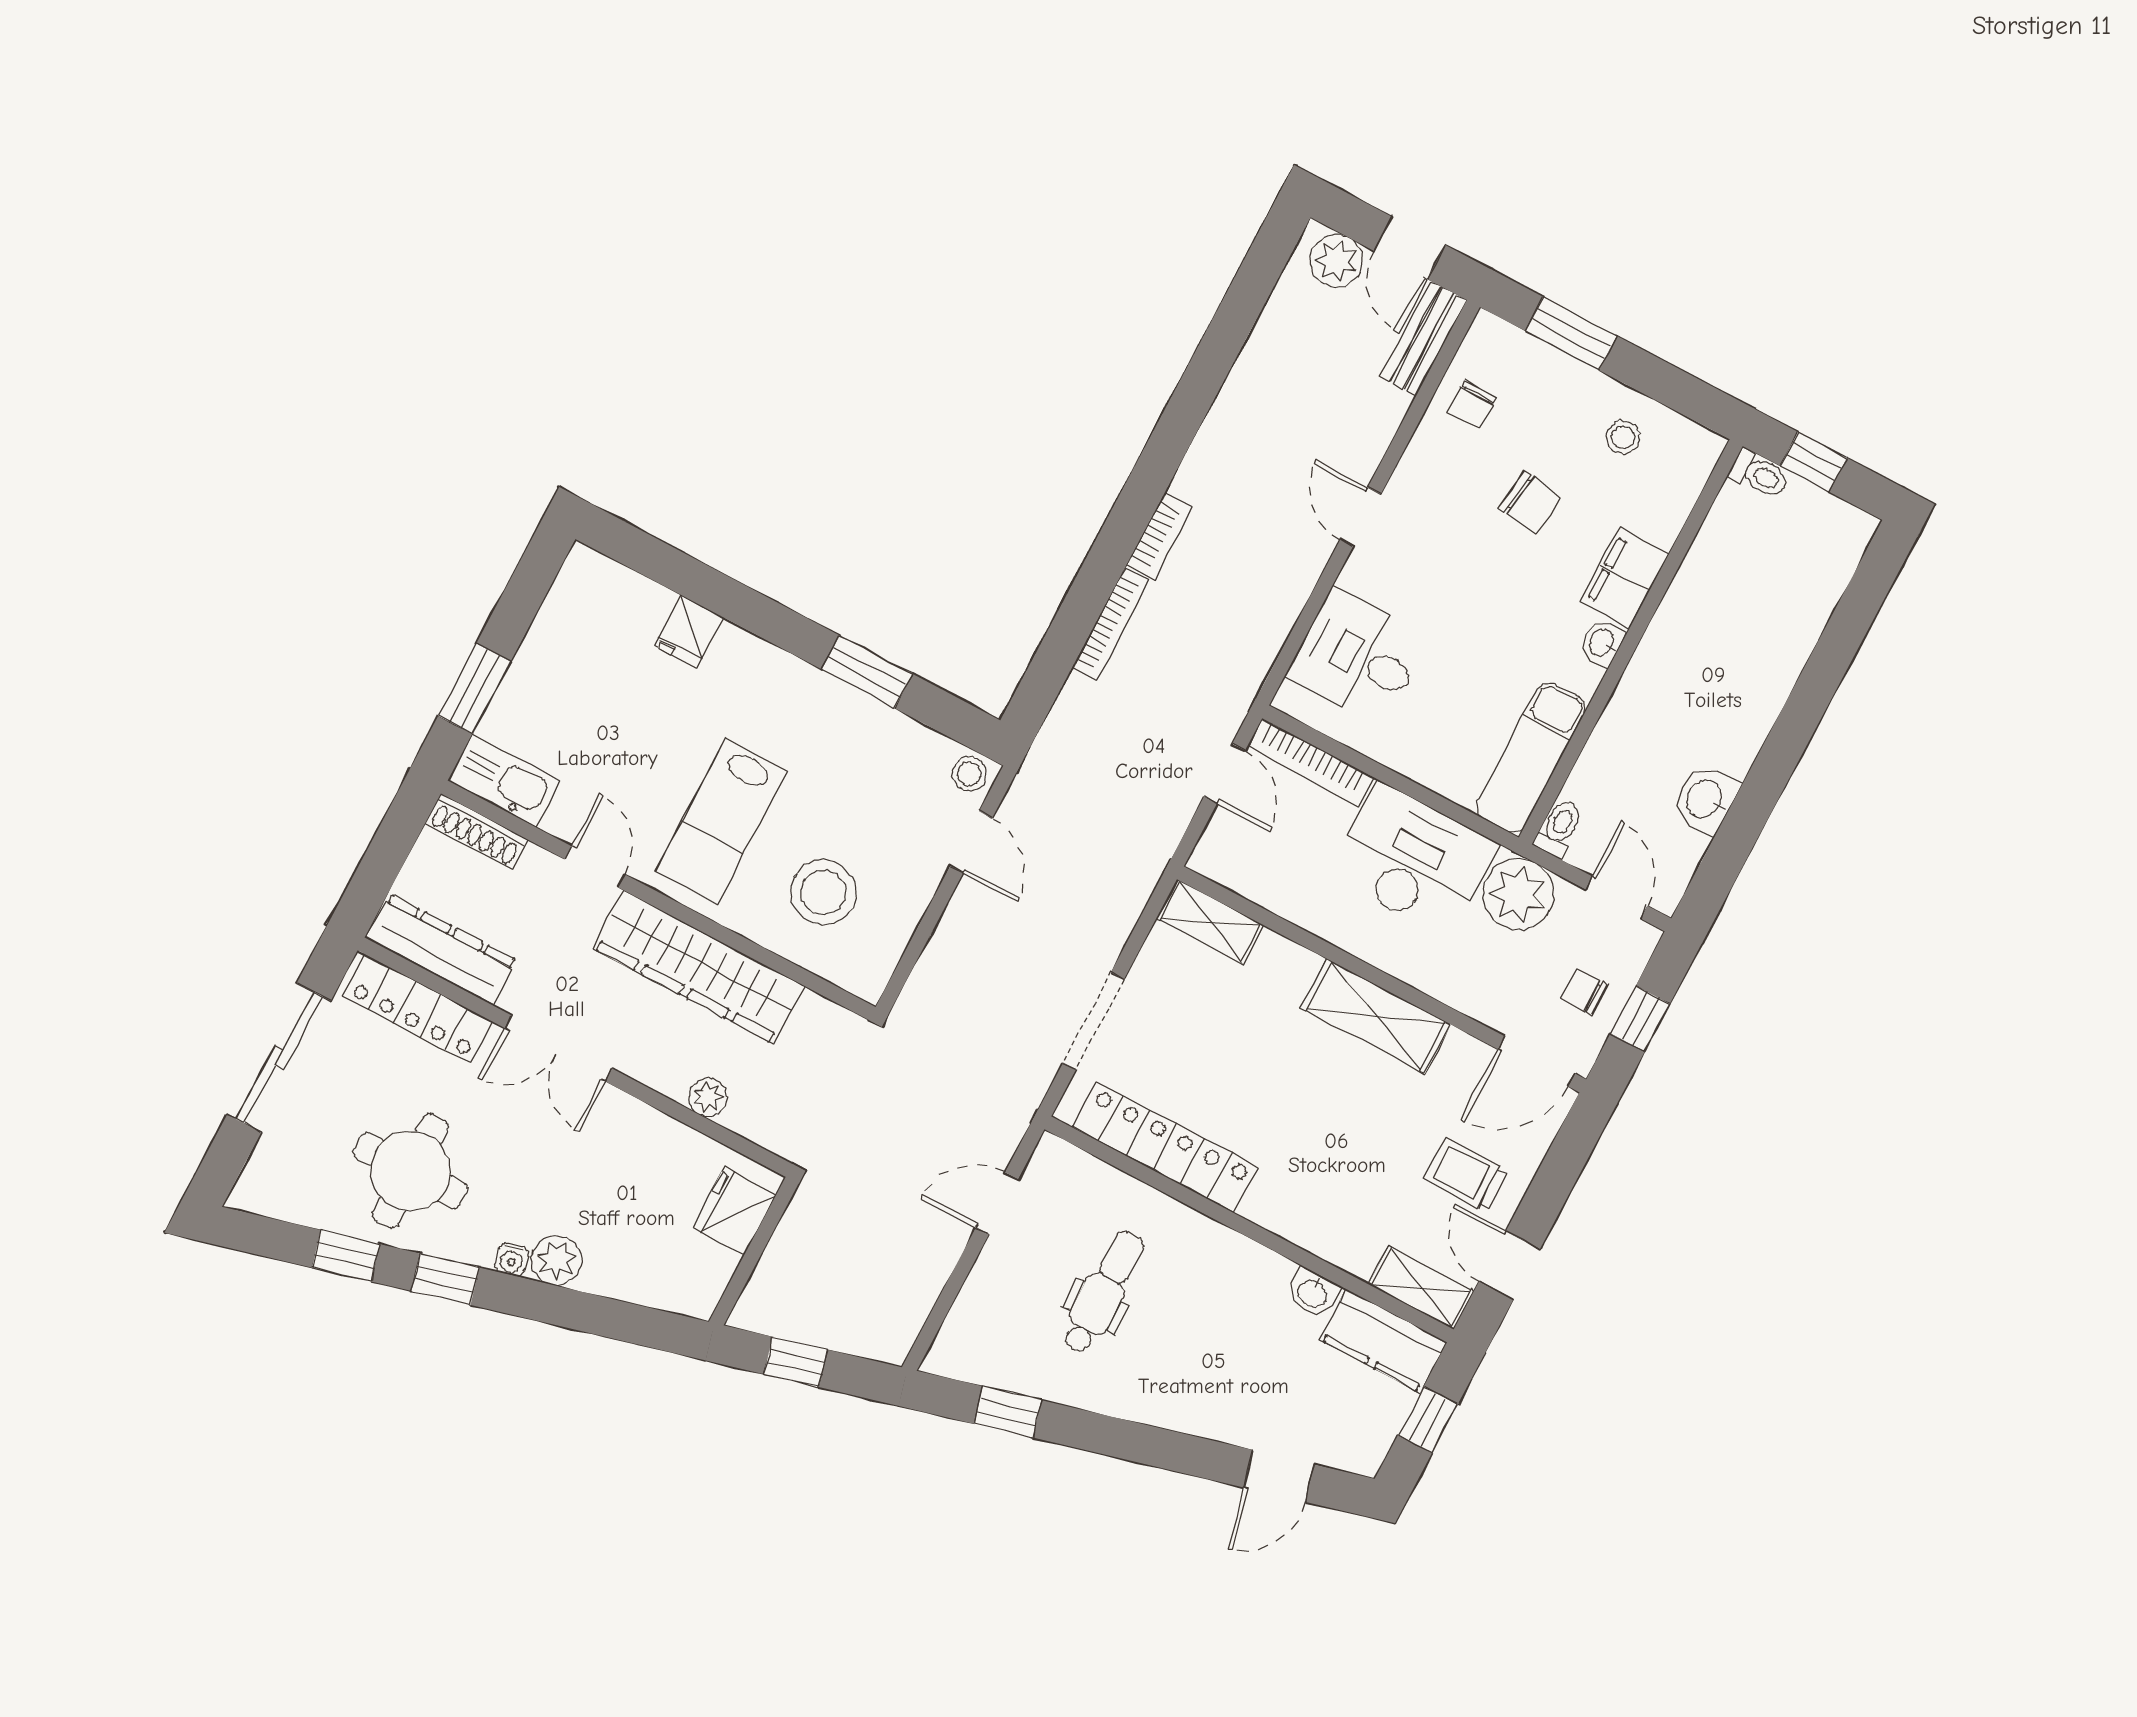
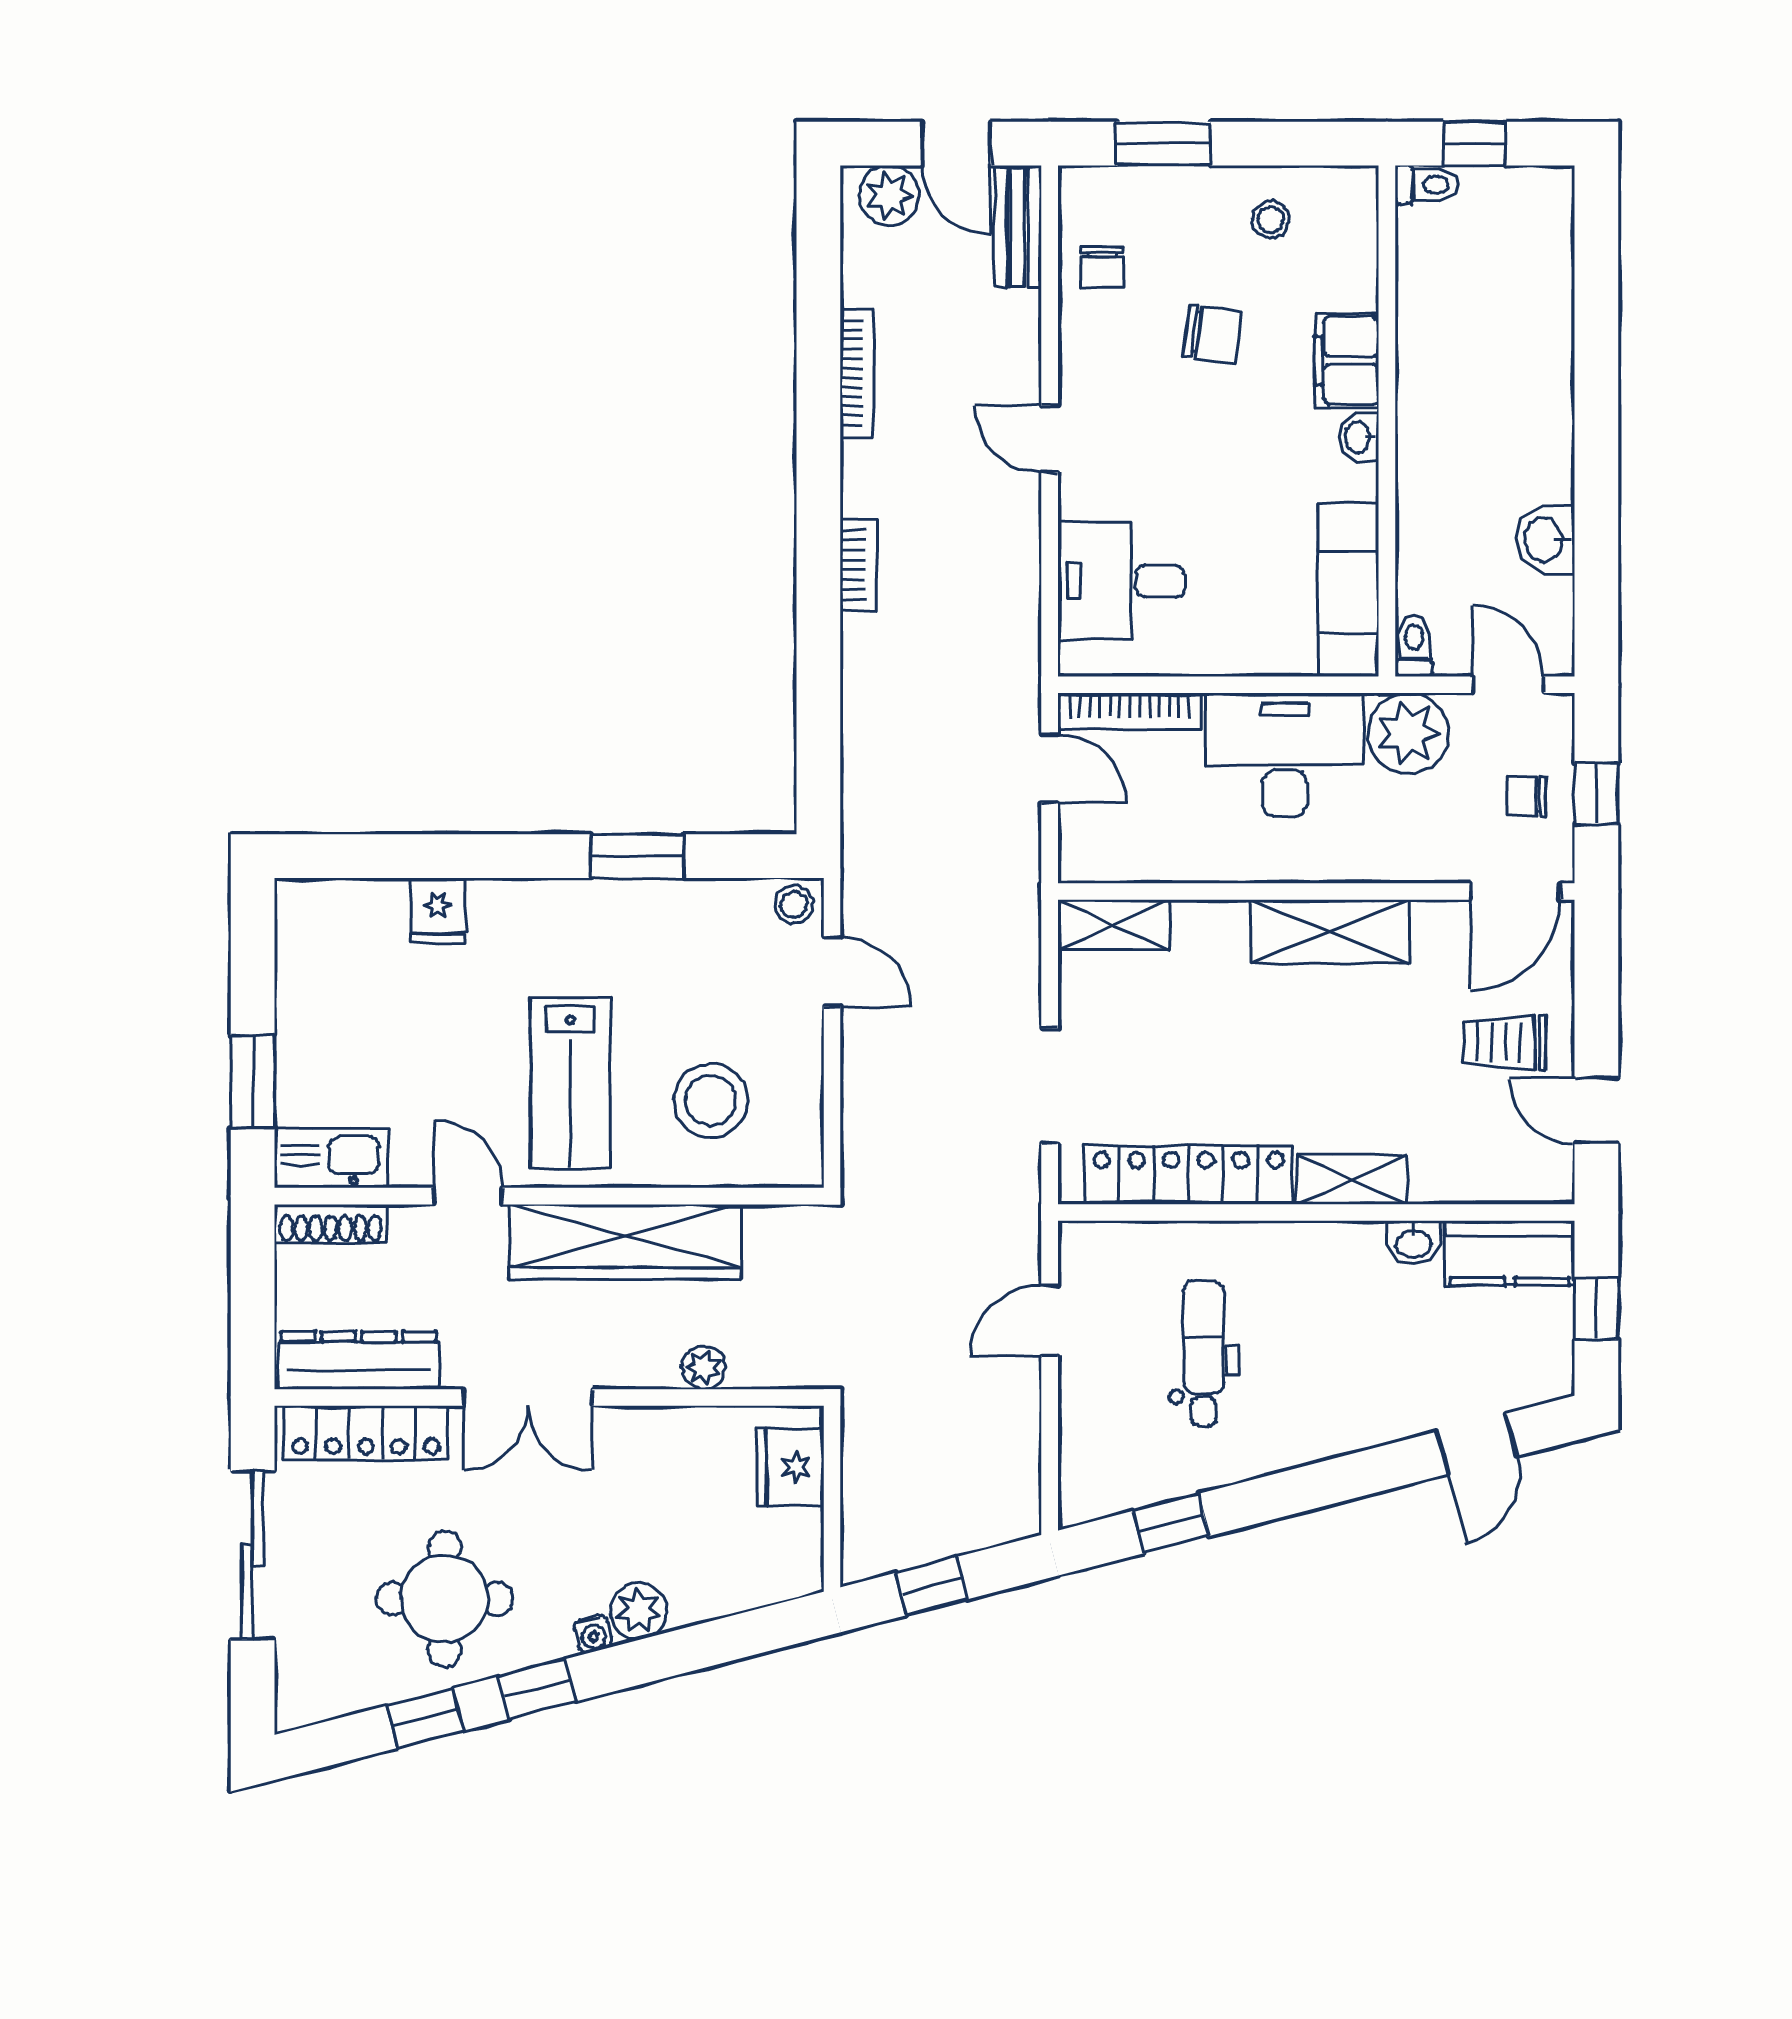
bookcase: (1111, 625) -> (857, 373), moved
shelving: (1421, 1288) -> (1352, 1180), moved

